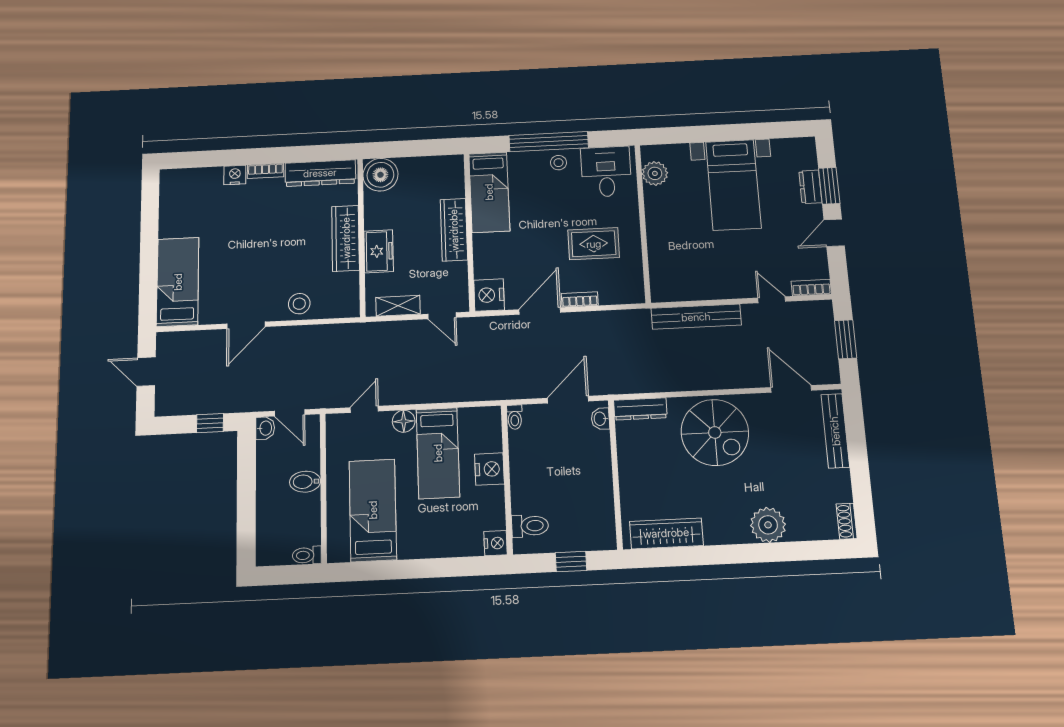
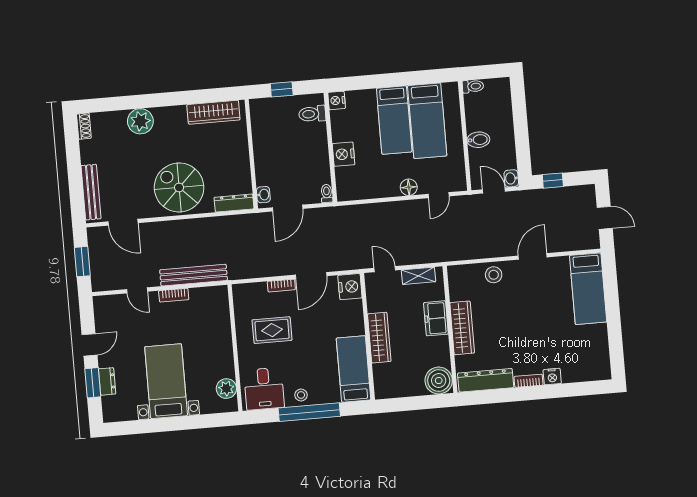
bookcase: (811, 288) -> (174, 295), moved
bed: (438, 453) -> (394, 120), moved, turned 180

